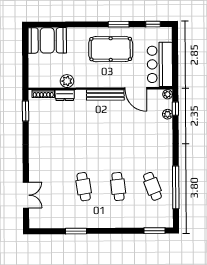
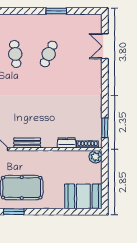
plant: (67, 81) -> (96, 157), moved
bench: (105, 95) -> (27, 143), width x0.73
cafe table: (84, 187) -> (49, 54), turned 33

